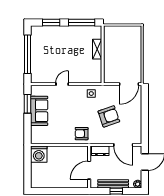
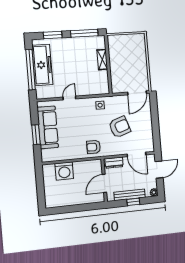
freezer: (39, 50) -> (42, 65), added
window: (27, 104) -> (36, 135), moved
sofa: (39, 111) -> (48, 127), width x1.36
washing machine: (39, 154) -> (64, 171), moved

